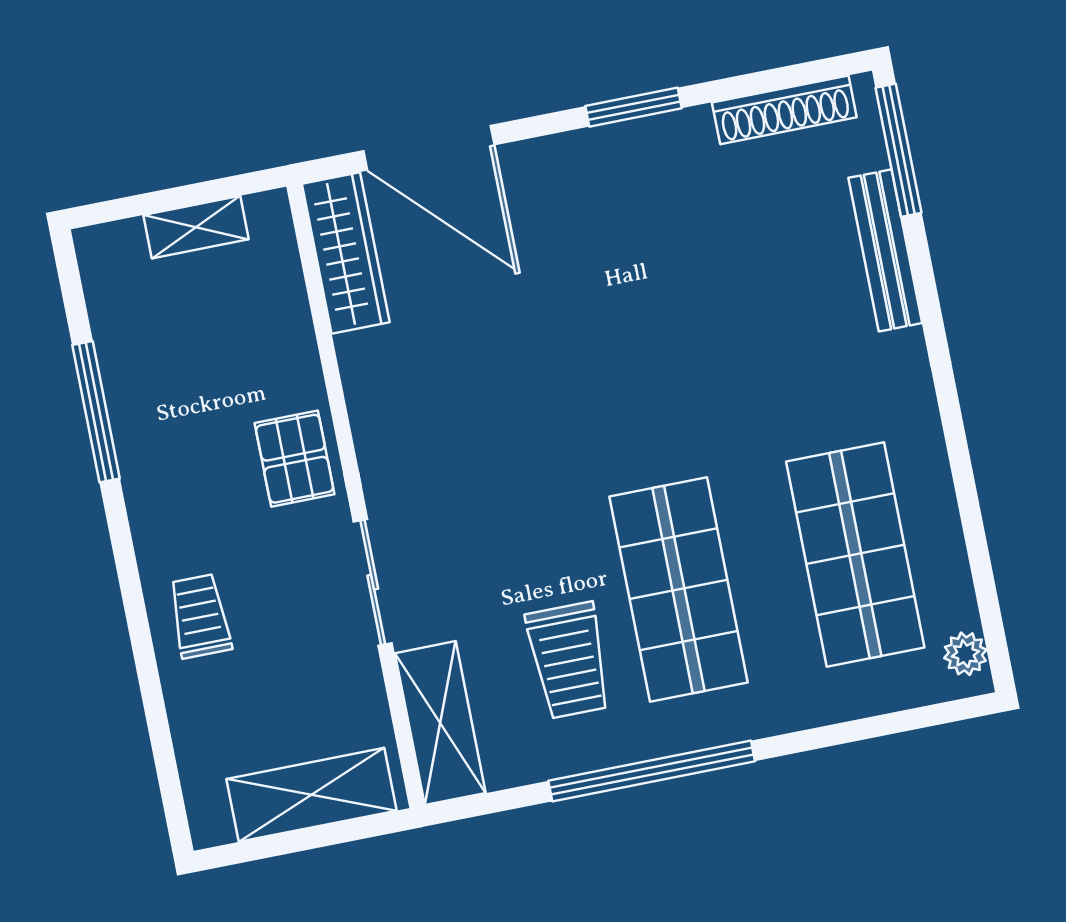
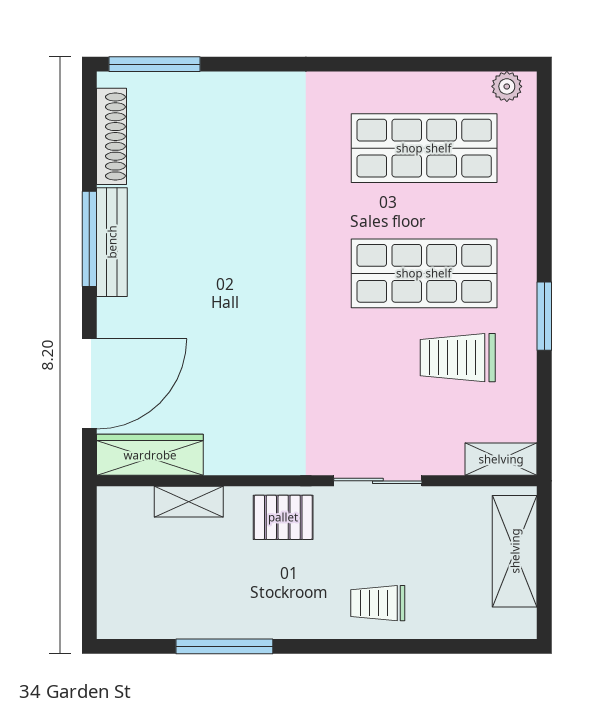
window: (634, 107) -> (89, 239), width x1.44
shelving: (196, 227) -> (189, 502), moved, turned 90
bench: (885, 250) -> (112, 242), moved, turned 90
trolley: (569, 660) -> (458, 358), turned 180
shelving: (440, 723) -> (501, 459), width x0.67, depth x0.75
window: (652, 771) -> (544, 316), width x0.47

